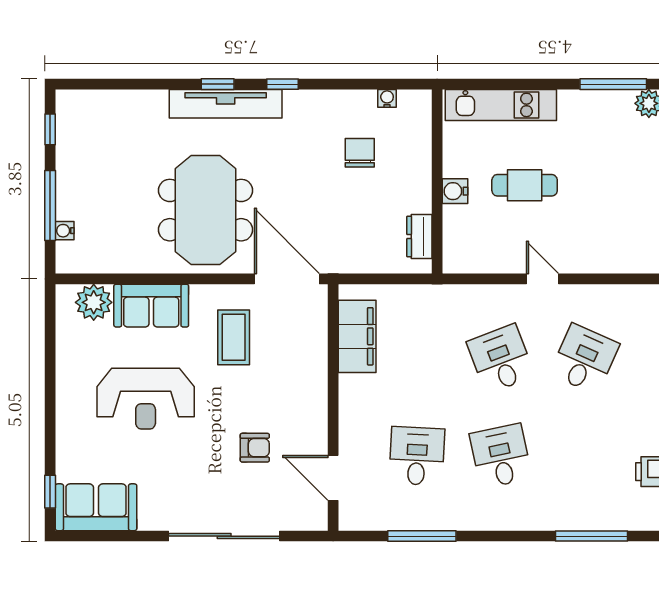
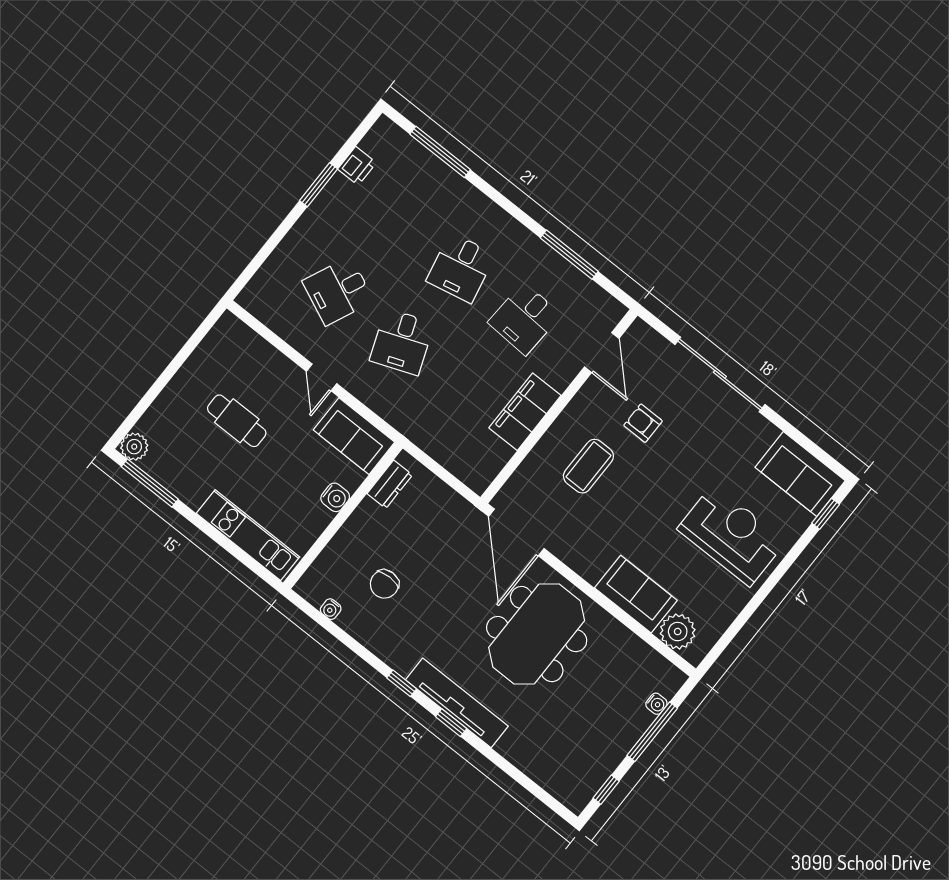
cafe table: (525, 185) -> (237, 421), moved
sofa: (479, 252) -> (354, 436), added
filing cabinet: (357, 336) -> (525, 412), moved
coffee table: (234, 337) -> (588, 466), moved
reception desk: (146, 399) -> (732, 535), moved

